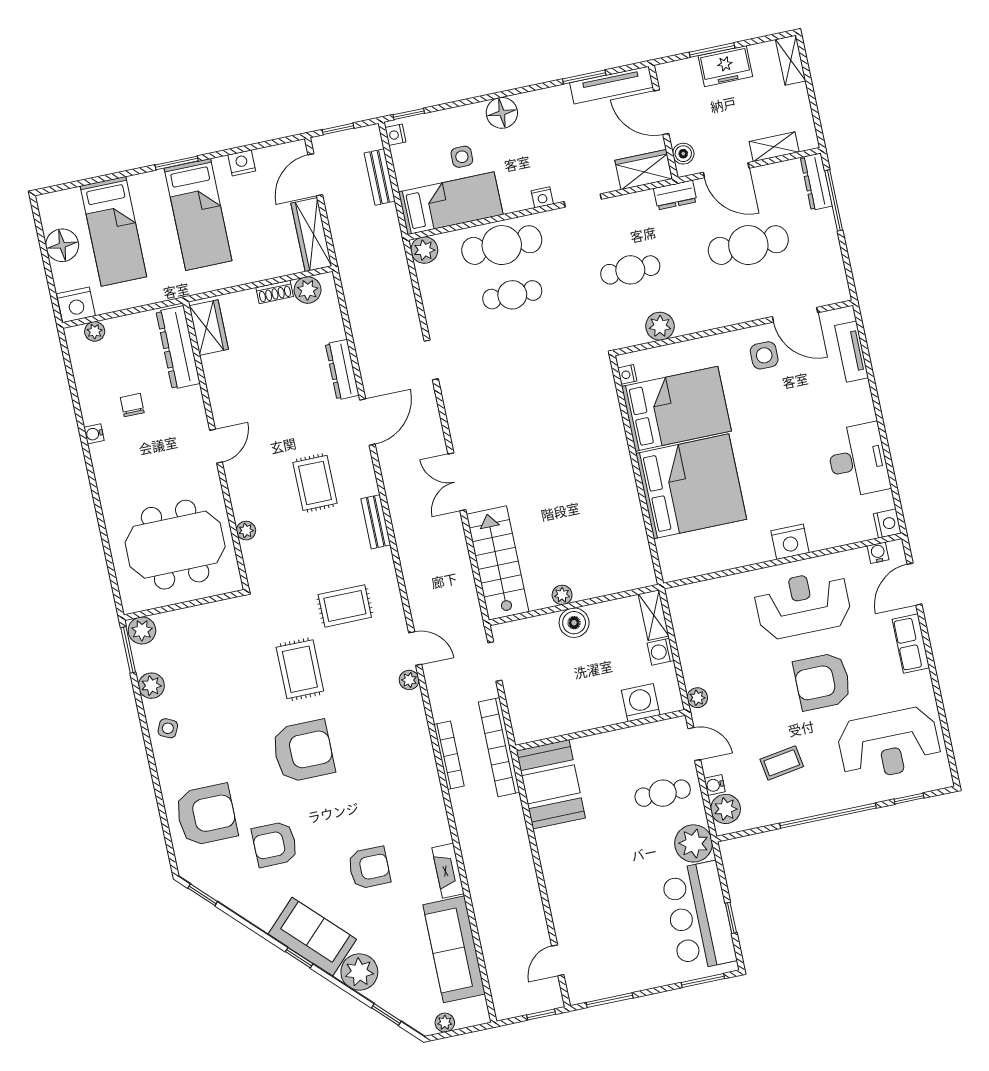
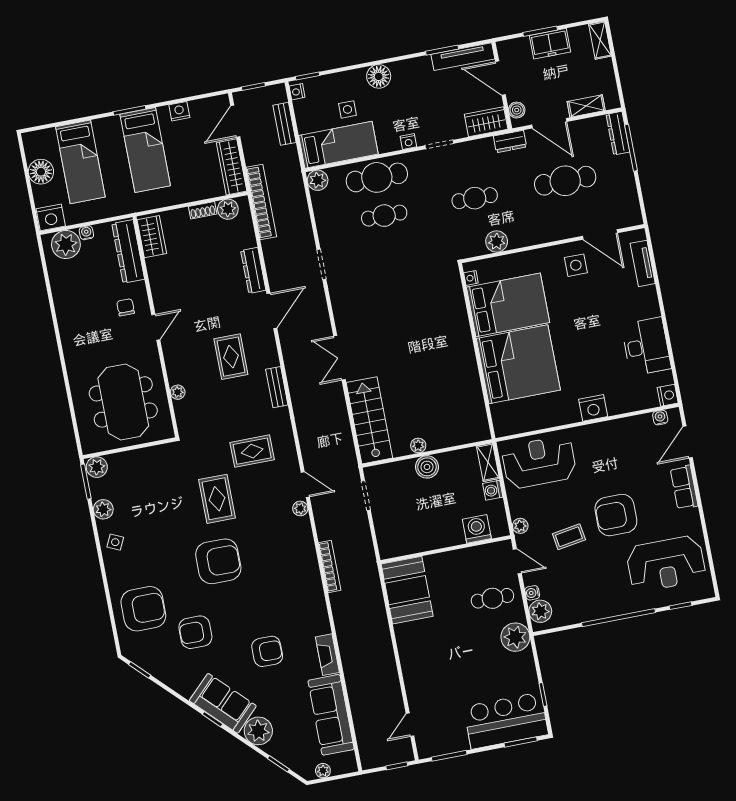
plant: (95, 331) -> (66, 244), width x1.88, depth x1.88
chair: (132, 405) -> (126, 307), moved
water cooler: (94, 434) -> (86, 233), moved, turned 90
meeting table: (175, 545) -> (123, 402), turned 90
reception desk: (803, 605) -> (539, 462), moved
bookcase: (499, 747) -> (261, 202), moved, turned 180
coffee table: (782, 763) -> (569, 537), moved
bar counter: (699, 916) -> (506, 721), moved, turned 90

